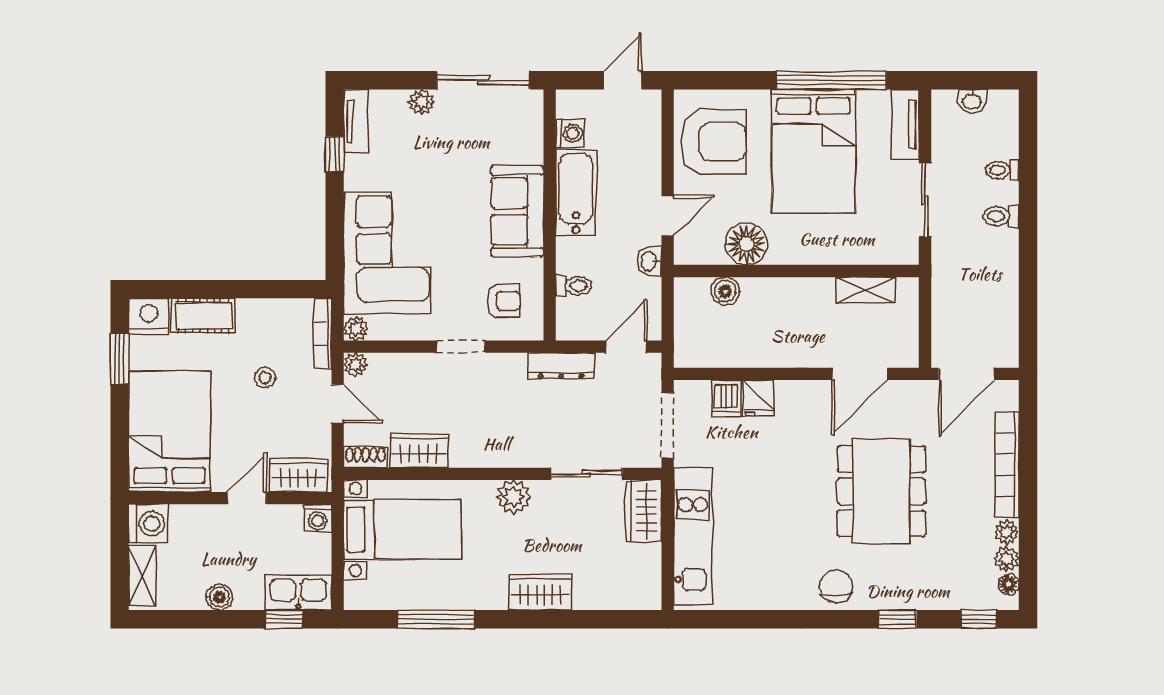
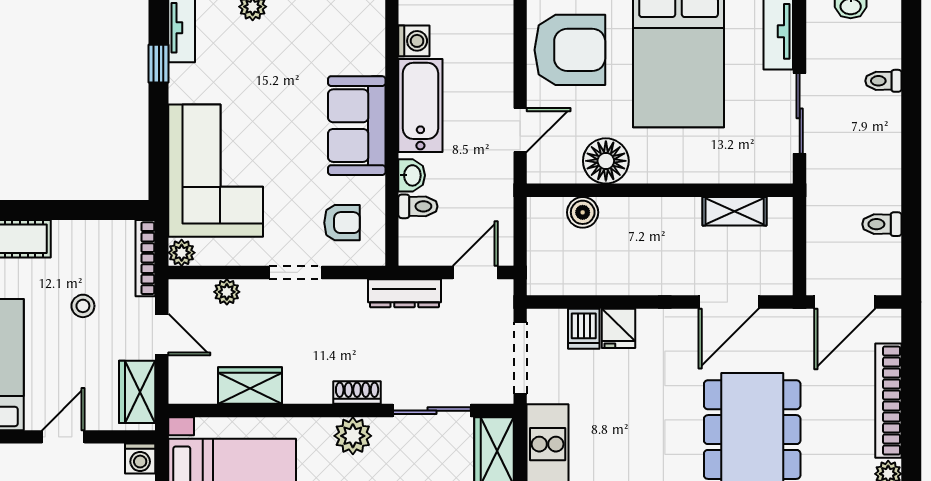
toilet: (1001, 216) -> (882, 224), moved
washbasin: (649, 261) -> (412, 175), moved, turned 180
plant: (356, 365) -> (227, 292), moved
shoe rack: (365, 457) -> (357, 393), moved
wardrobe: (299, 475) -> (137, 392), moved, turned -90

